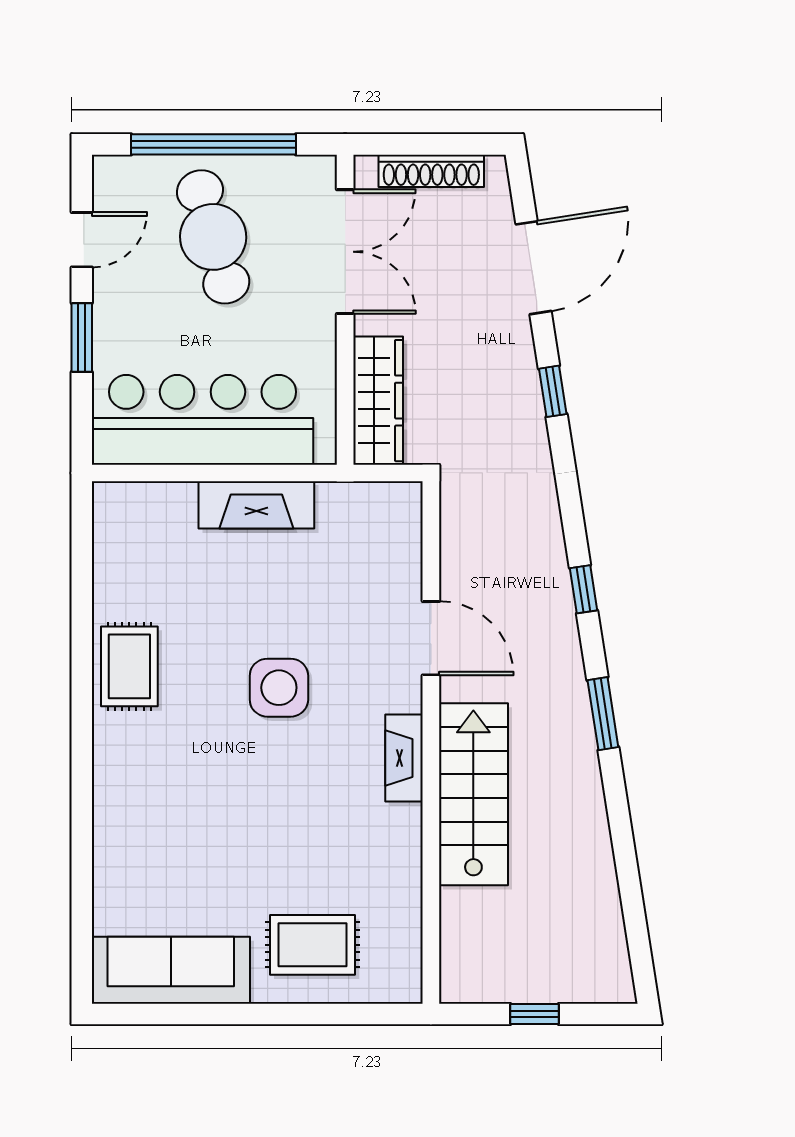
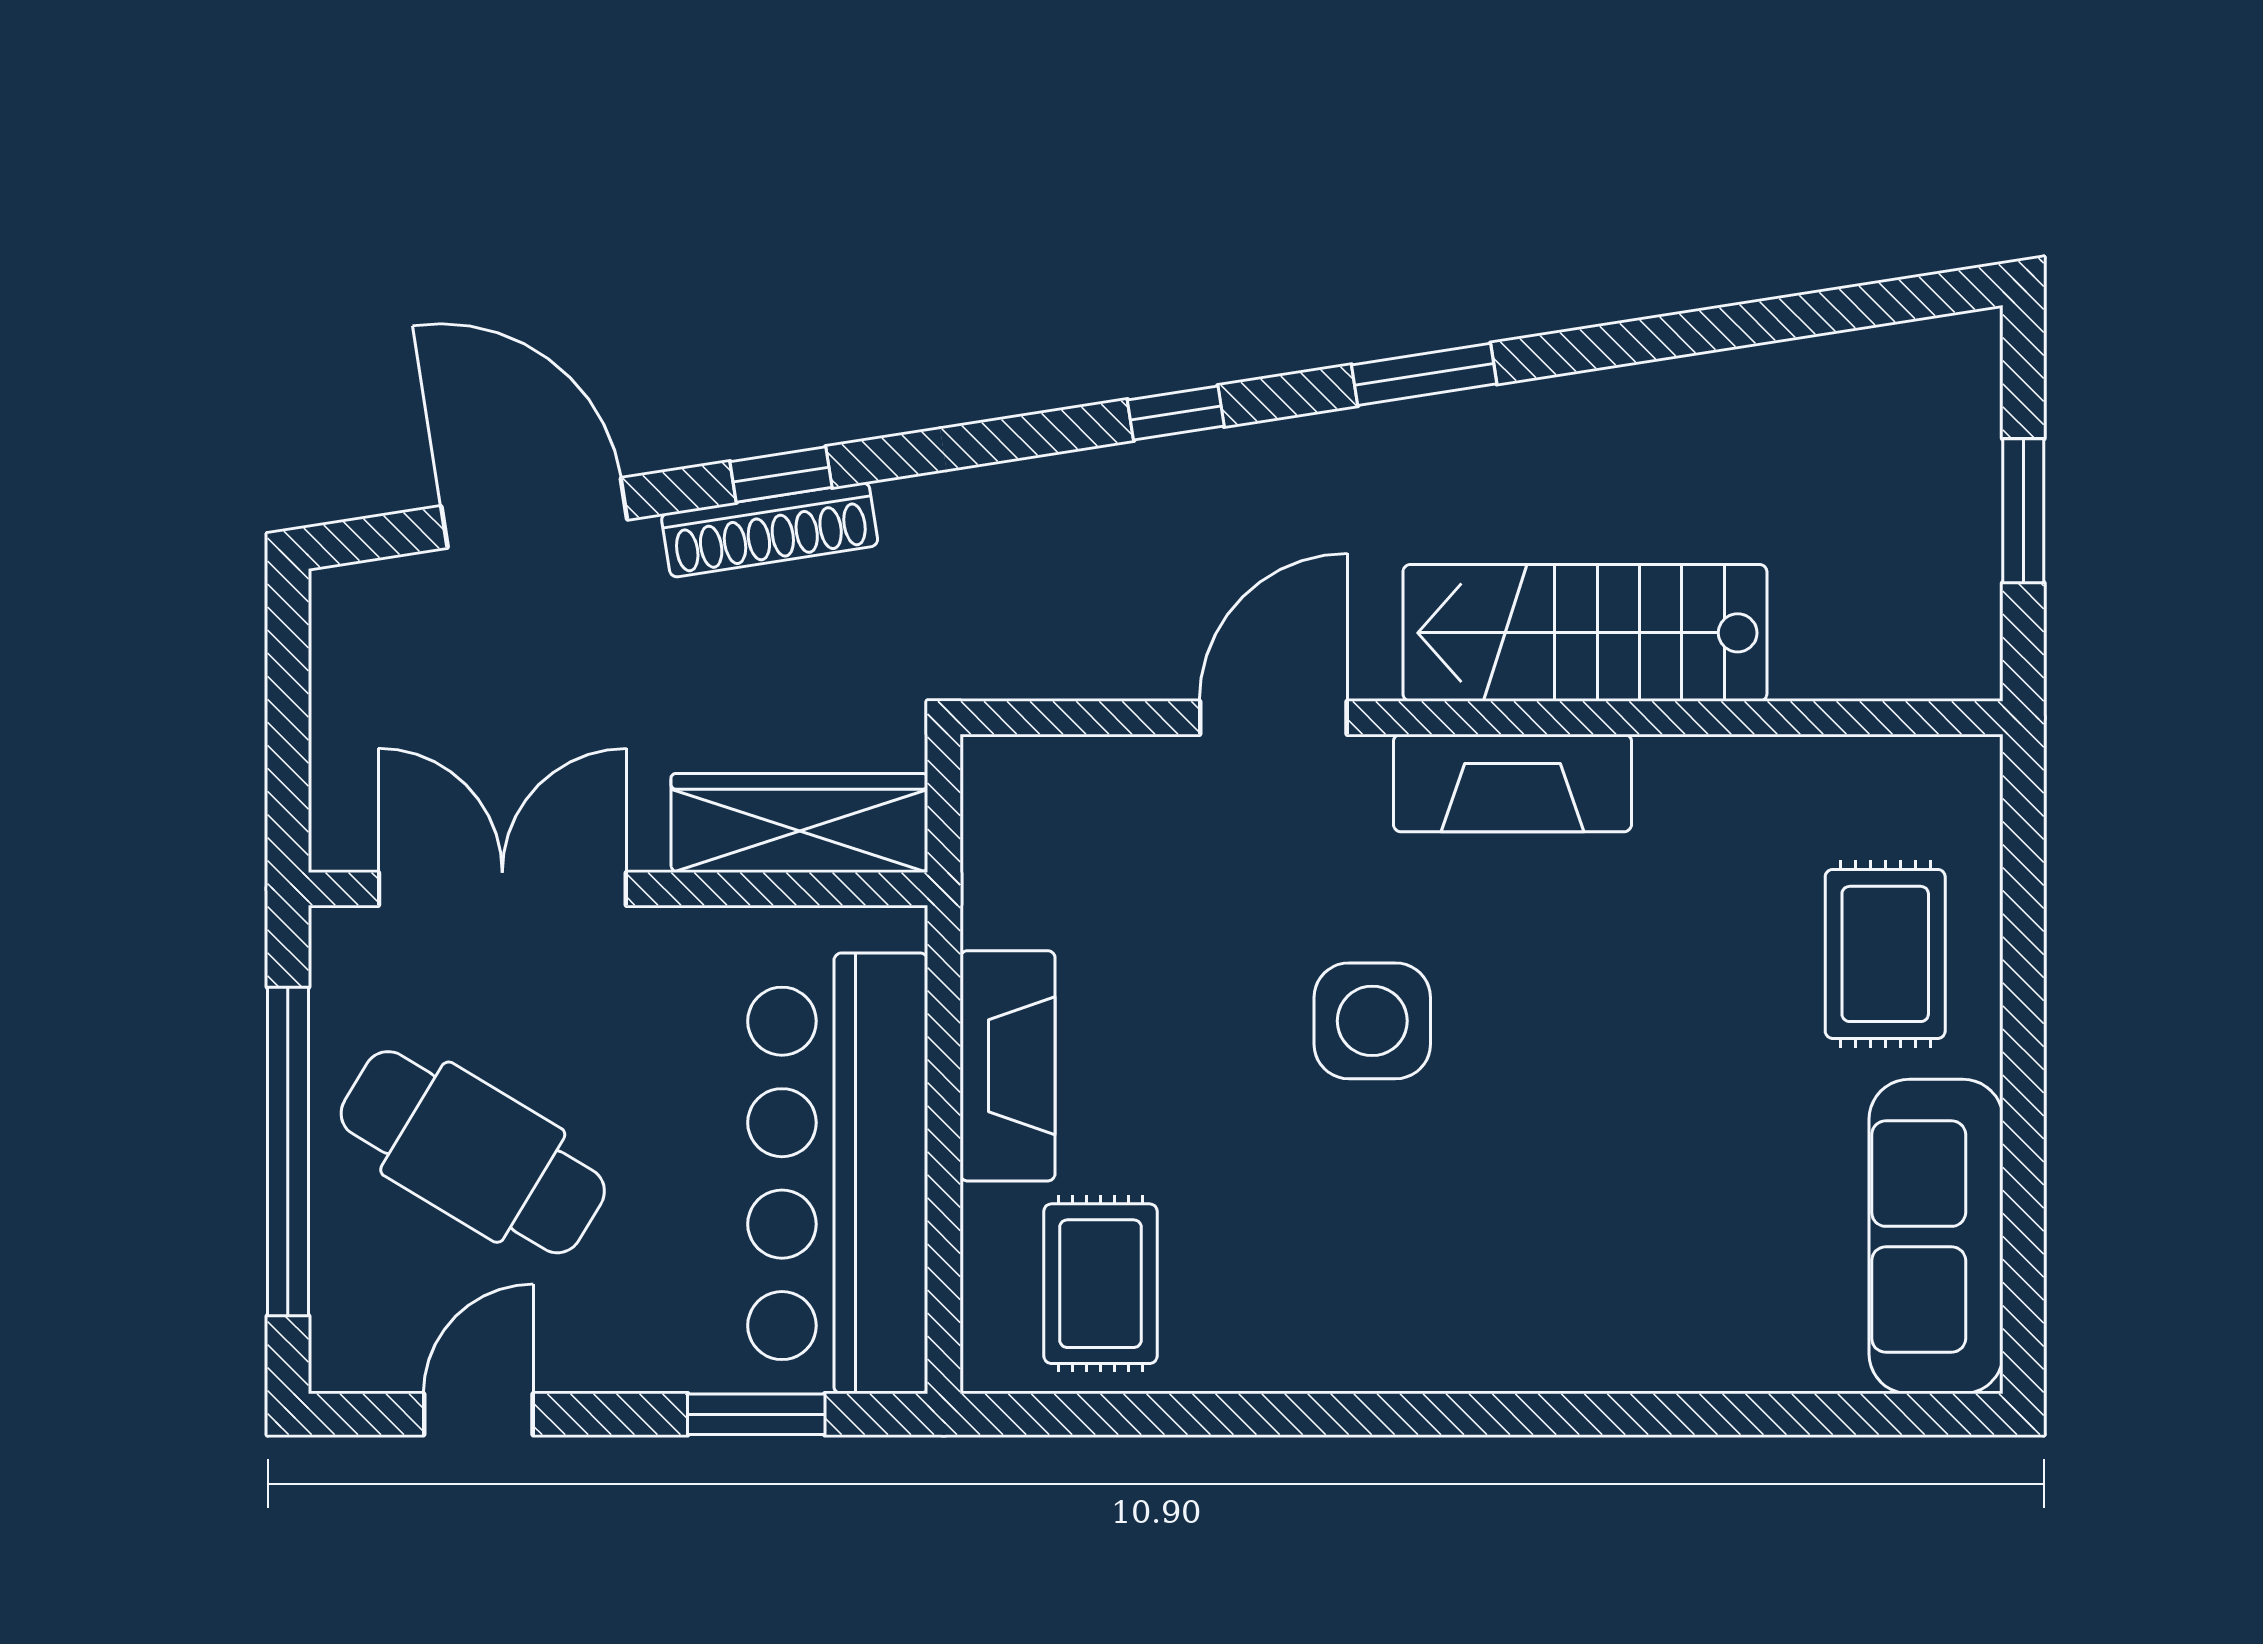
shoe rack: (431, 171) -> (770, 530), moved, turned 81
cafe table: (213, 237) -> (473, 1152), turned 47
door: (82, 240) -> (478, 1414), hinge flipped
window: (82, 338) -> (756, 1414), moved
rug: (129, 666) -> (1100, 1284), moved, turned 90
fireplace: (404, 758) -> (1512, 783), width x1.37, depth x1.32
window: (535, 1014) -> (2023, 511), width x1.50

